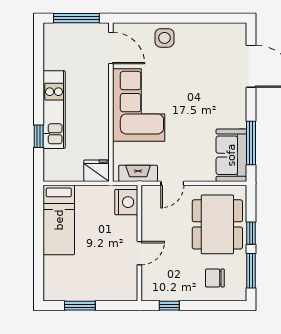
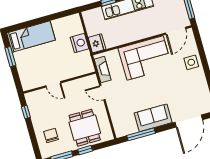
sofa: (231, 155) -> (153, 118), moved
nightstand: (126, 202) -> (80, 43), moved, turned -90
bed: (59, 220) -> (31, 37), moved, turned 180
dining table: (217, 224) -> (85, 128), width x0.73

